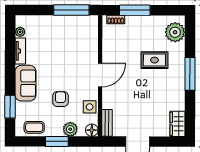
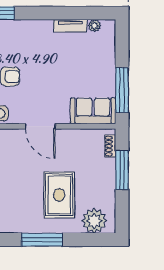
rug: (154, 60) -> (59, 195), width x1.36, depth x1.43
sofa: (26, 83) -> (93, 111), moved, turned 180

